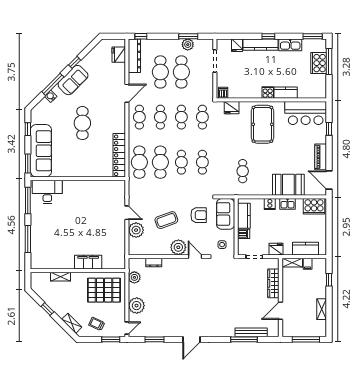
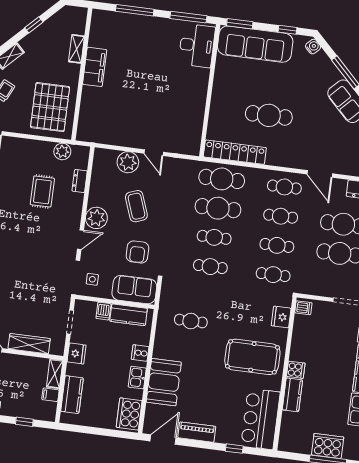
water cooler: (51, 96) -> (313, 47), moved
cafe table: (82, 123) -> (269, 115), moved
door: (127, 213) -> (154, 153), hinge flipped
filing cabinet: (88, 262) -> (95, 67), moved
rug: (164, 288) -> (42, 191), added
plant: (137, 306) -> (23, 149), removed

